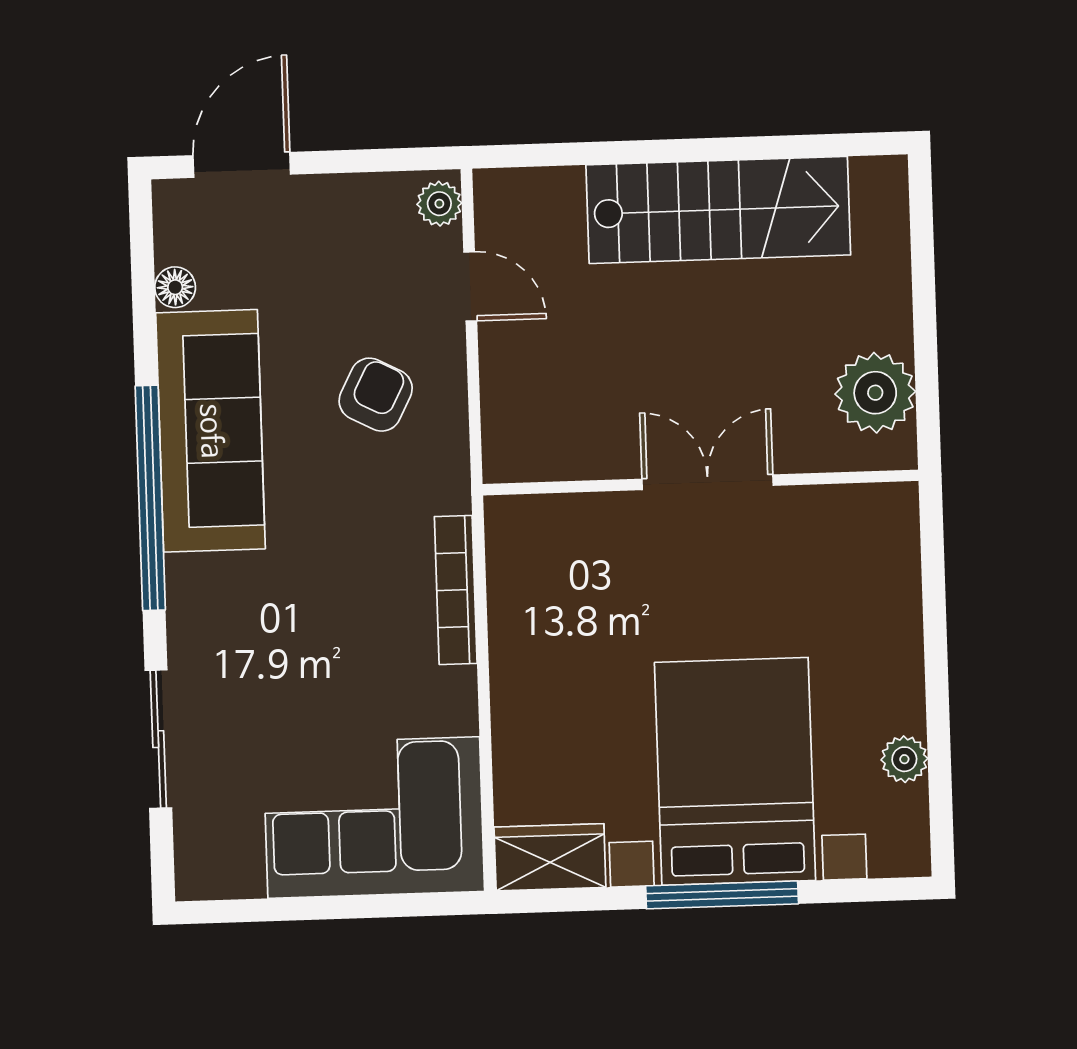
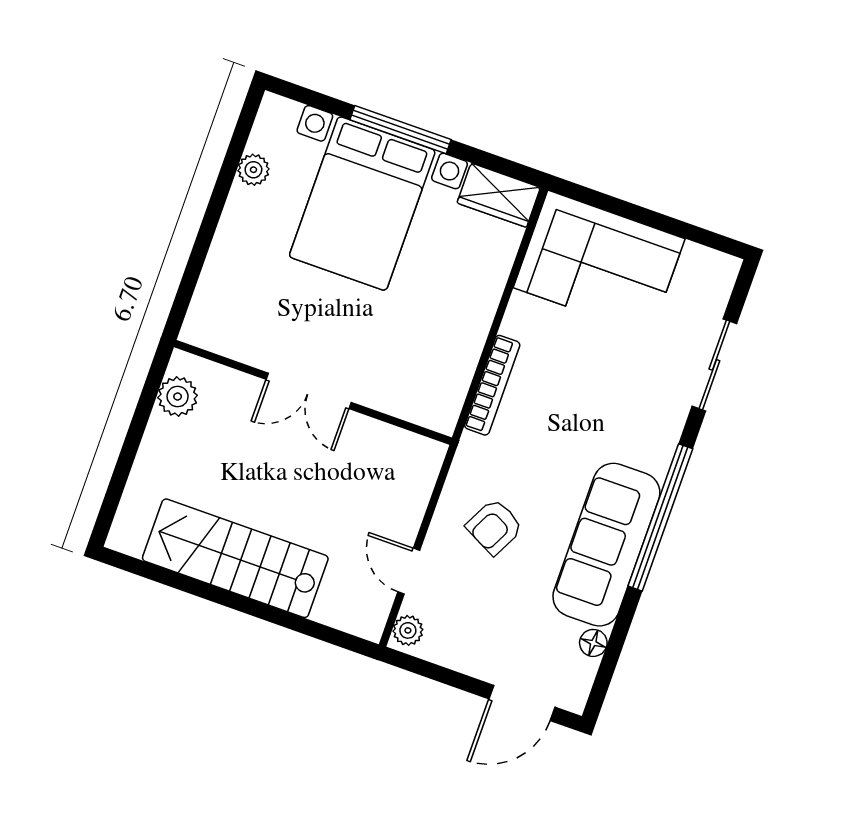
plant: (875, 393) -> (178, 396), width x0.73, depth x0.73

